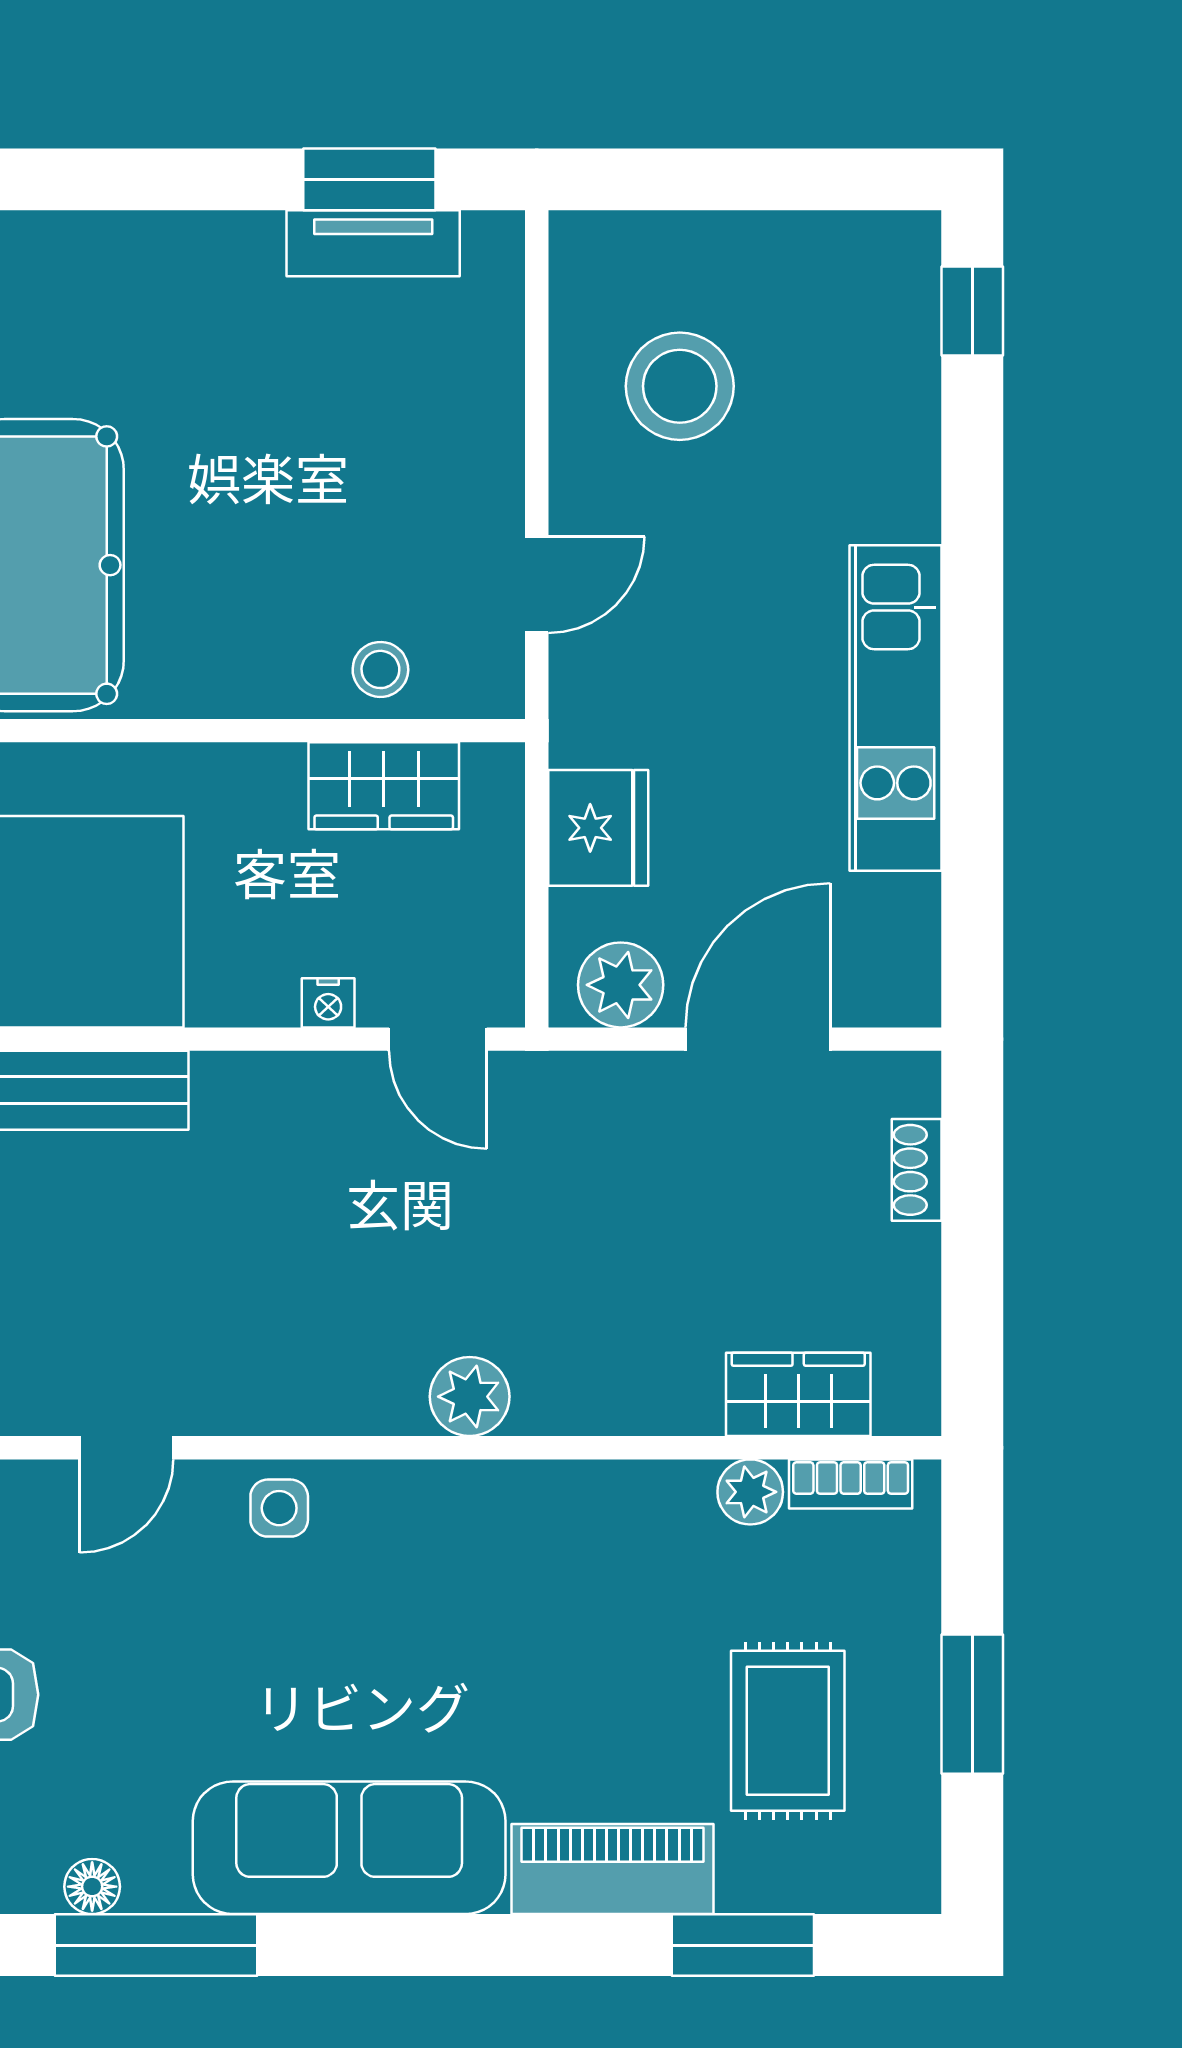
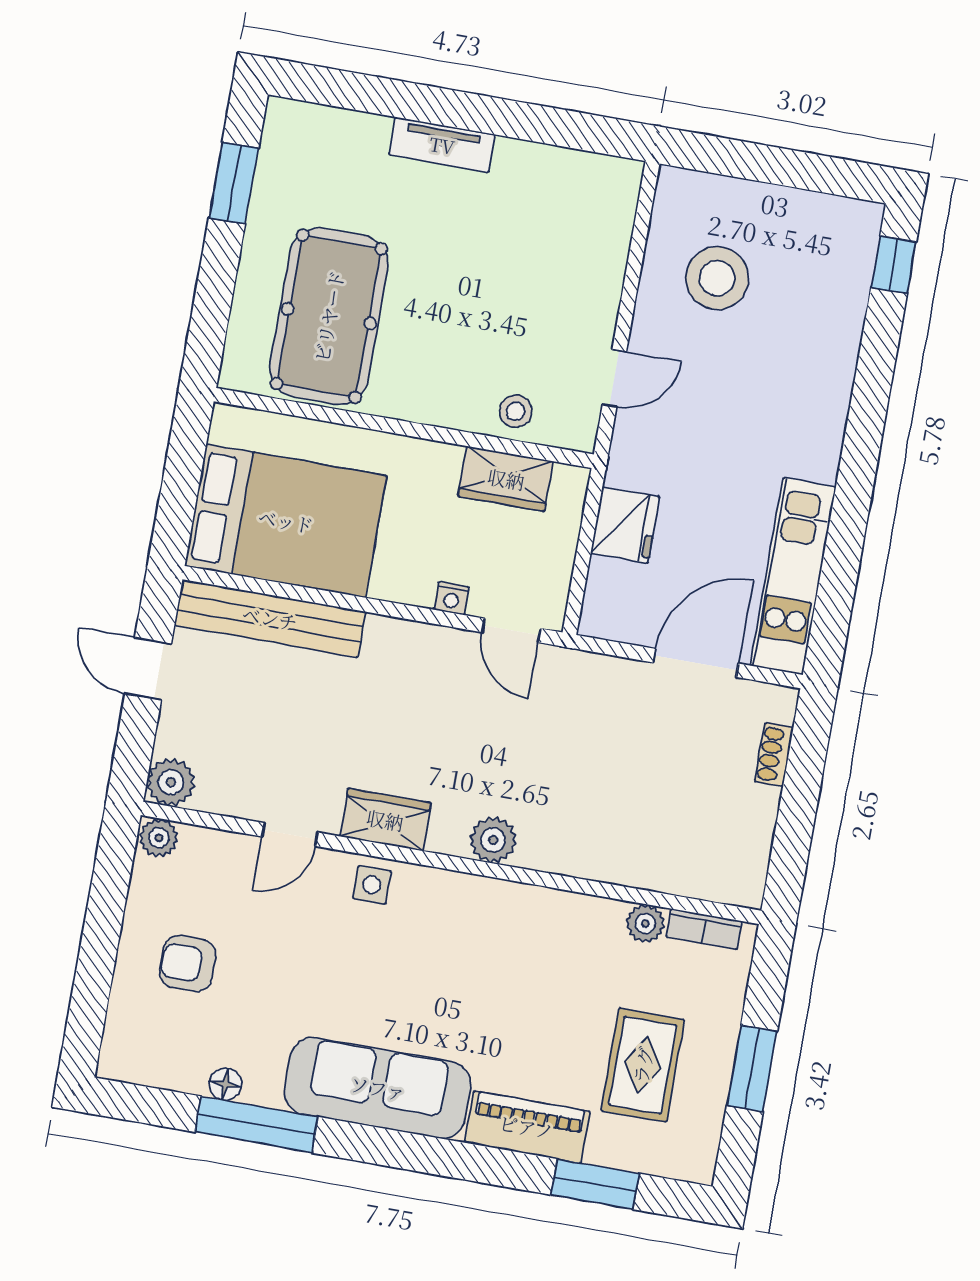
window: (369, 179) -> (559, 127), removed
tv unit: (373, 243) -> (442, 145), moved
kitchen unit: (896, 708) -> (793, 576), moved
plant: (621, 985) -> (622, 618), removed
wardrobe: (798, 1394) -> (385, 820), moved

